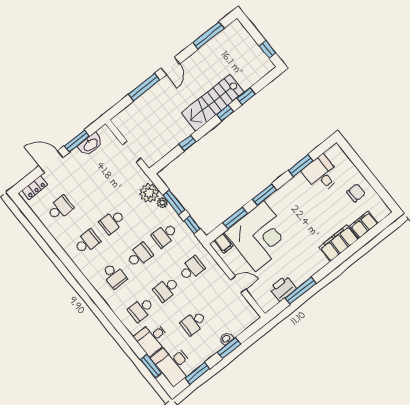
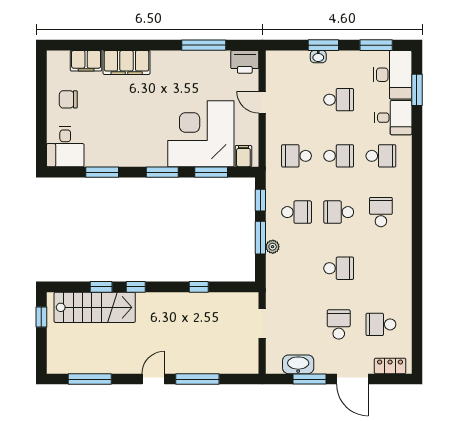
stairs: (213, 103) -> (95, 307), moved
desk: (321, 174) -> (65, 147), moved
plant: (149, 193) -> (278, 267), removed
school desk: (87, 242) -> (339, 324), moved, turned 90
printer: (283, 288) -> (245, 62), moved

